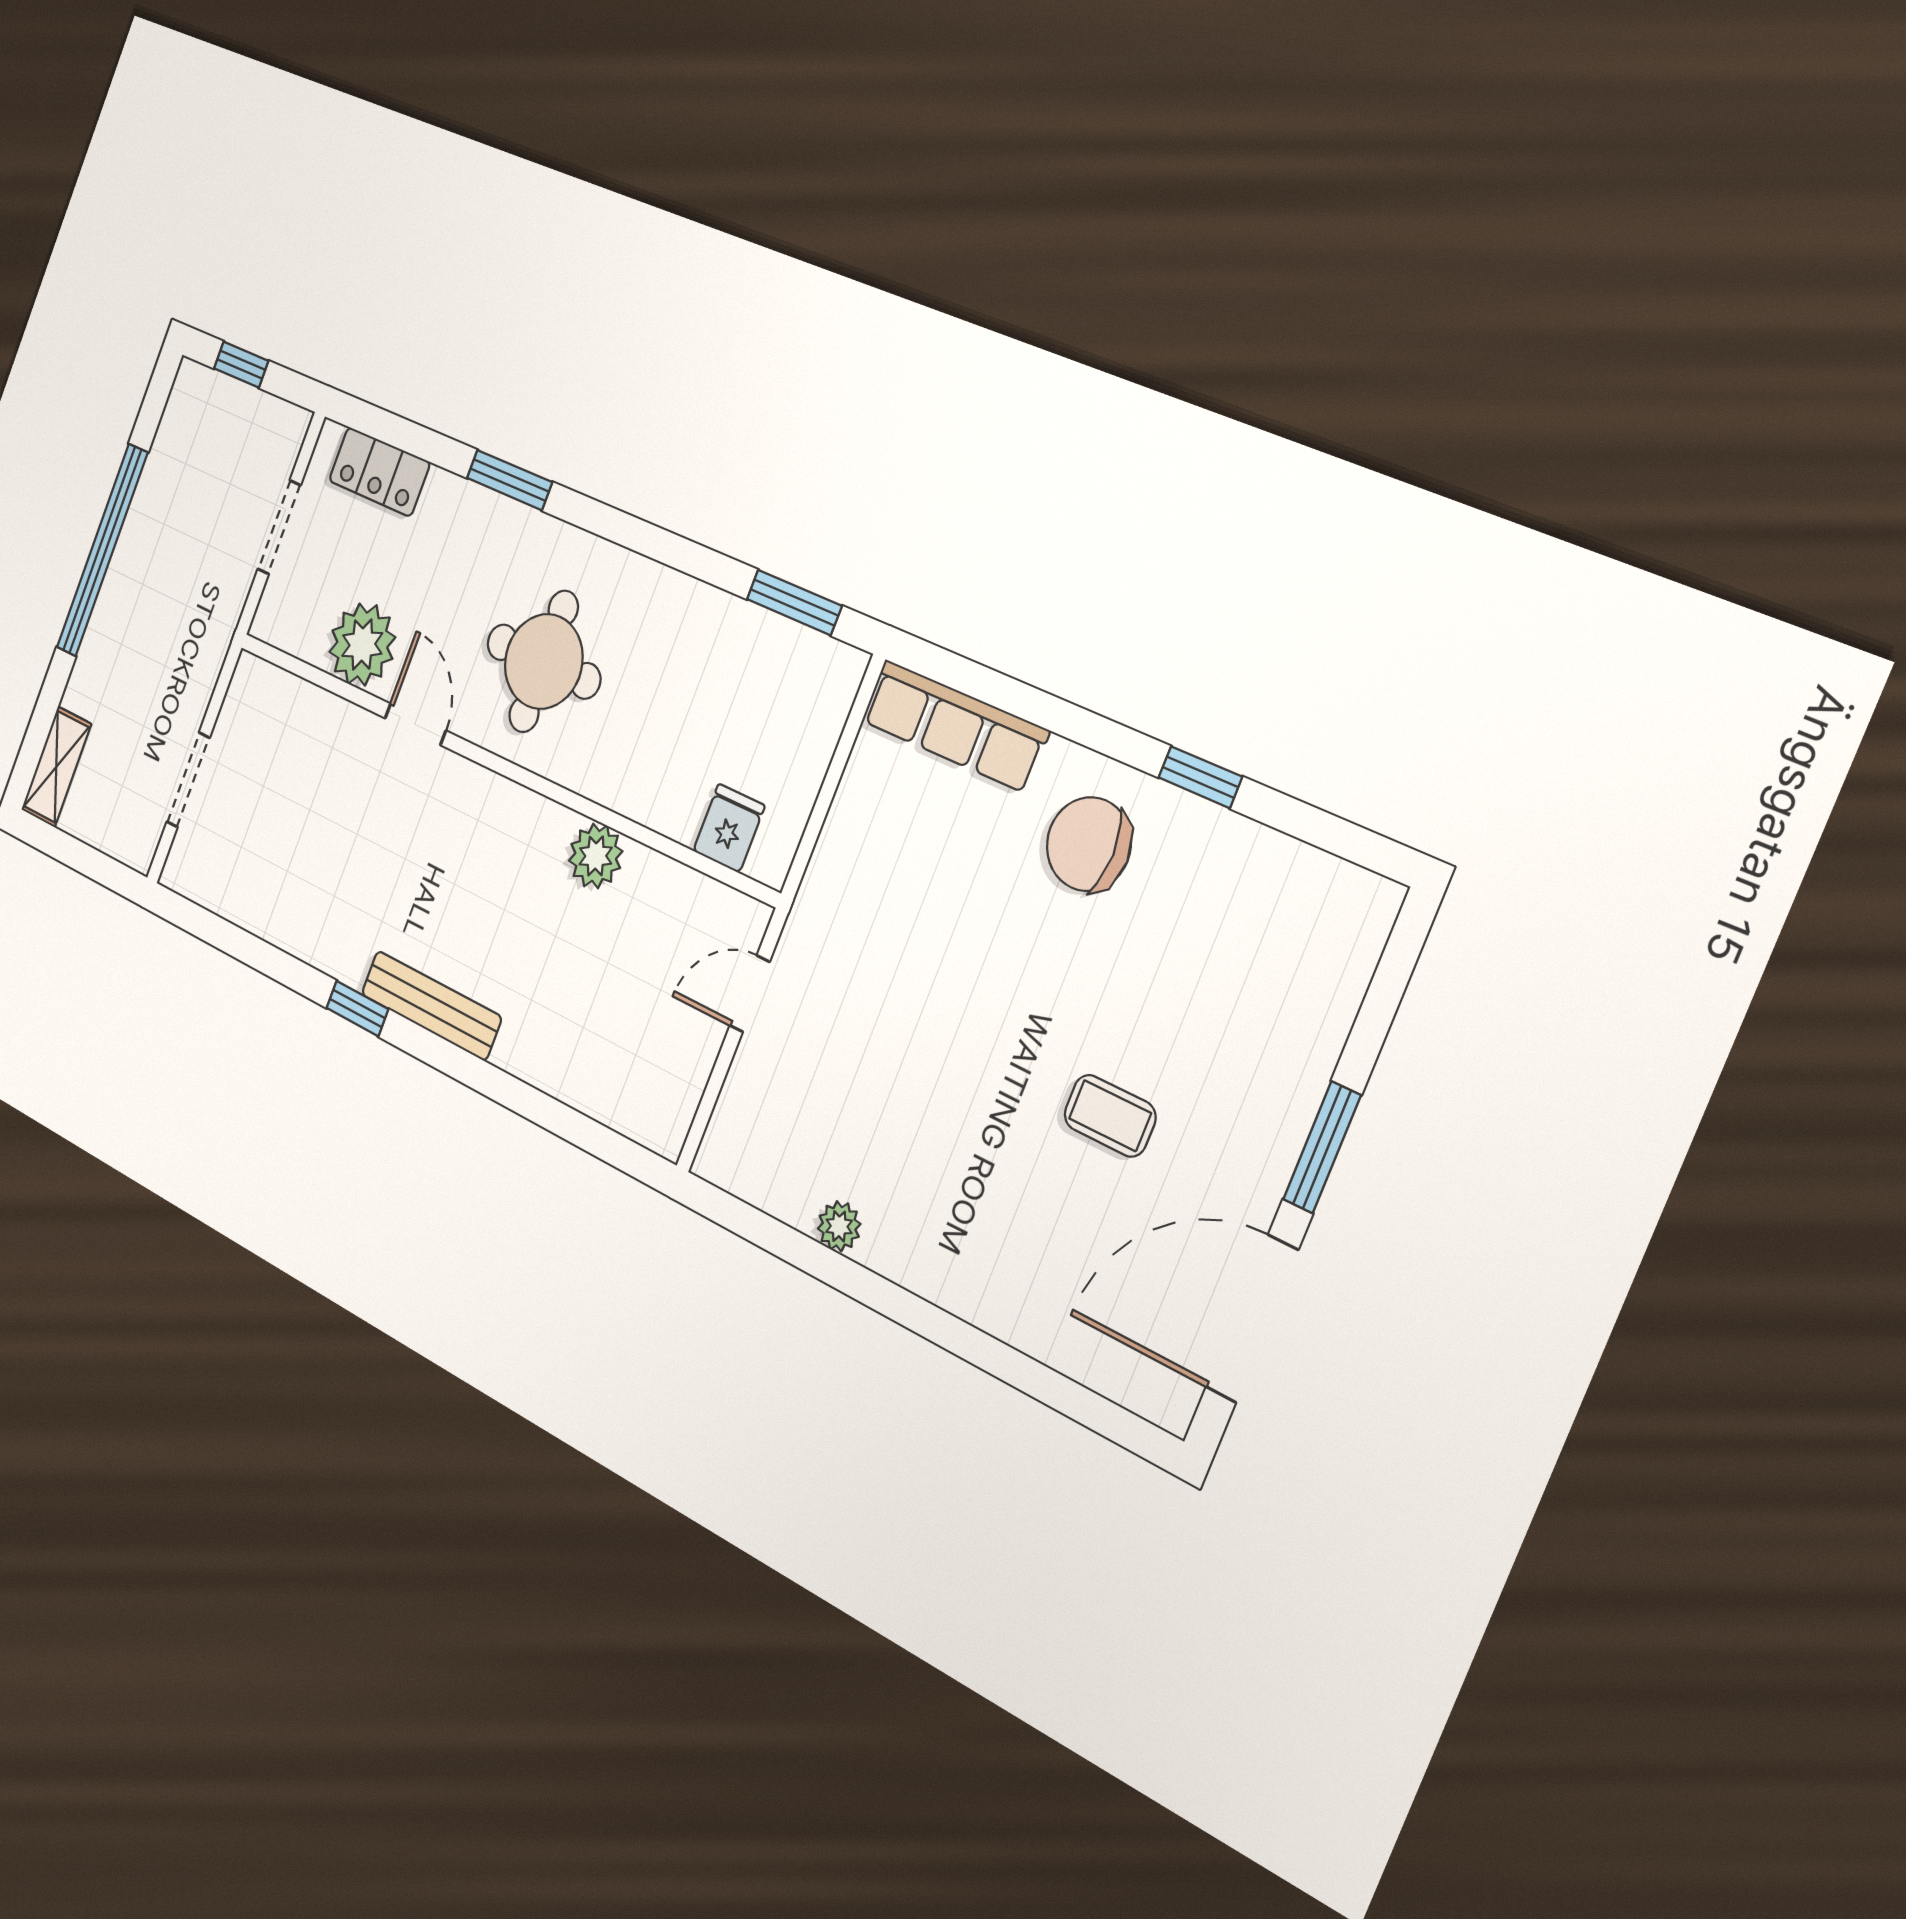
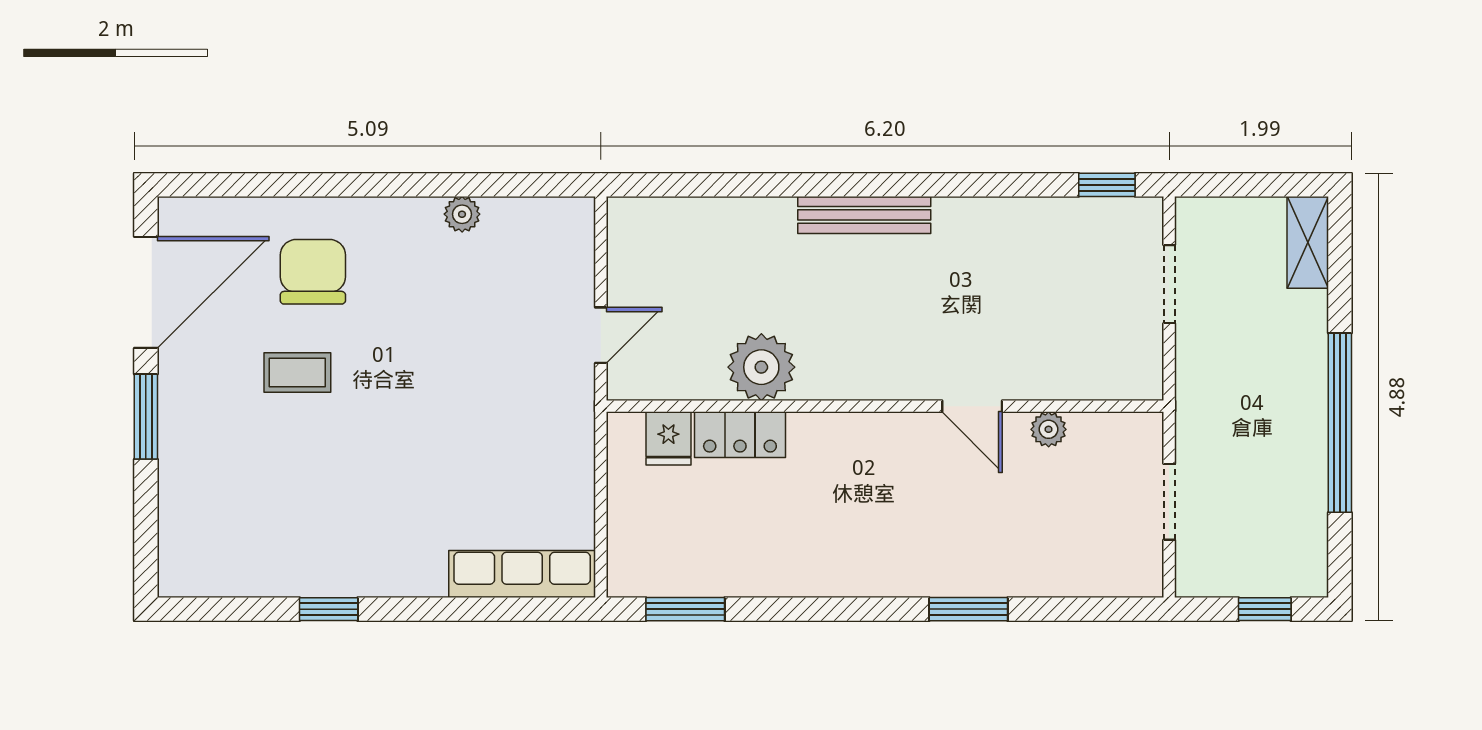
locker: (379, 472) -> (740, 435), moved, turned 180
plant: (362, 645) -> (1049, 429), width x0.53, depth x0.53
round table: (544, 661) -> (878, 493), removed
chair: (1089, 844) -> (313, 272), moved, turned -90
plant: (596, 856) -> (761, 367), width x1.36, depth x1.36
window: (357, 1008) -> (1107, 185), moved

